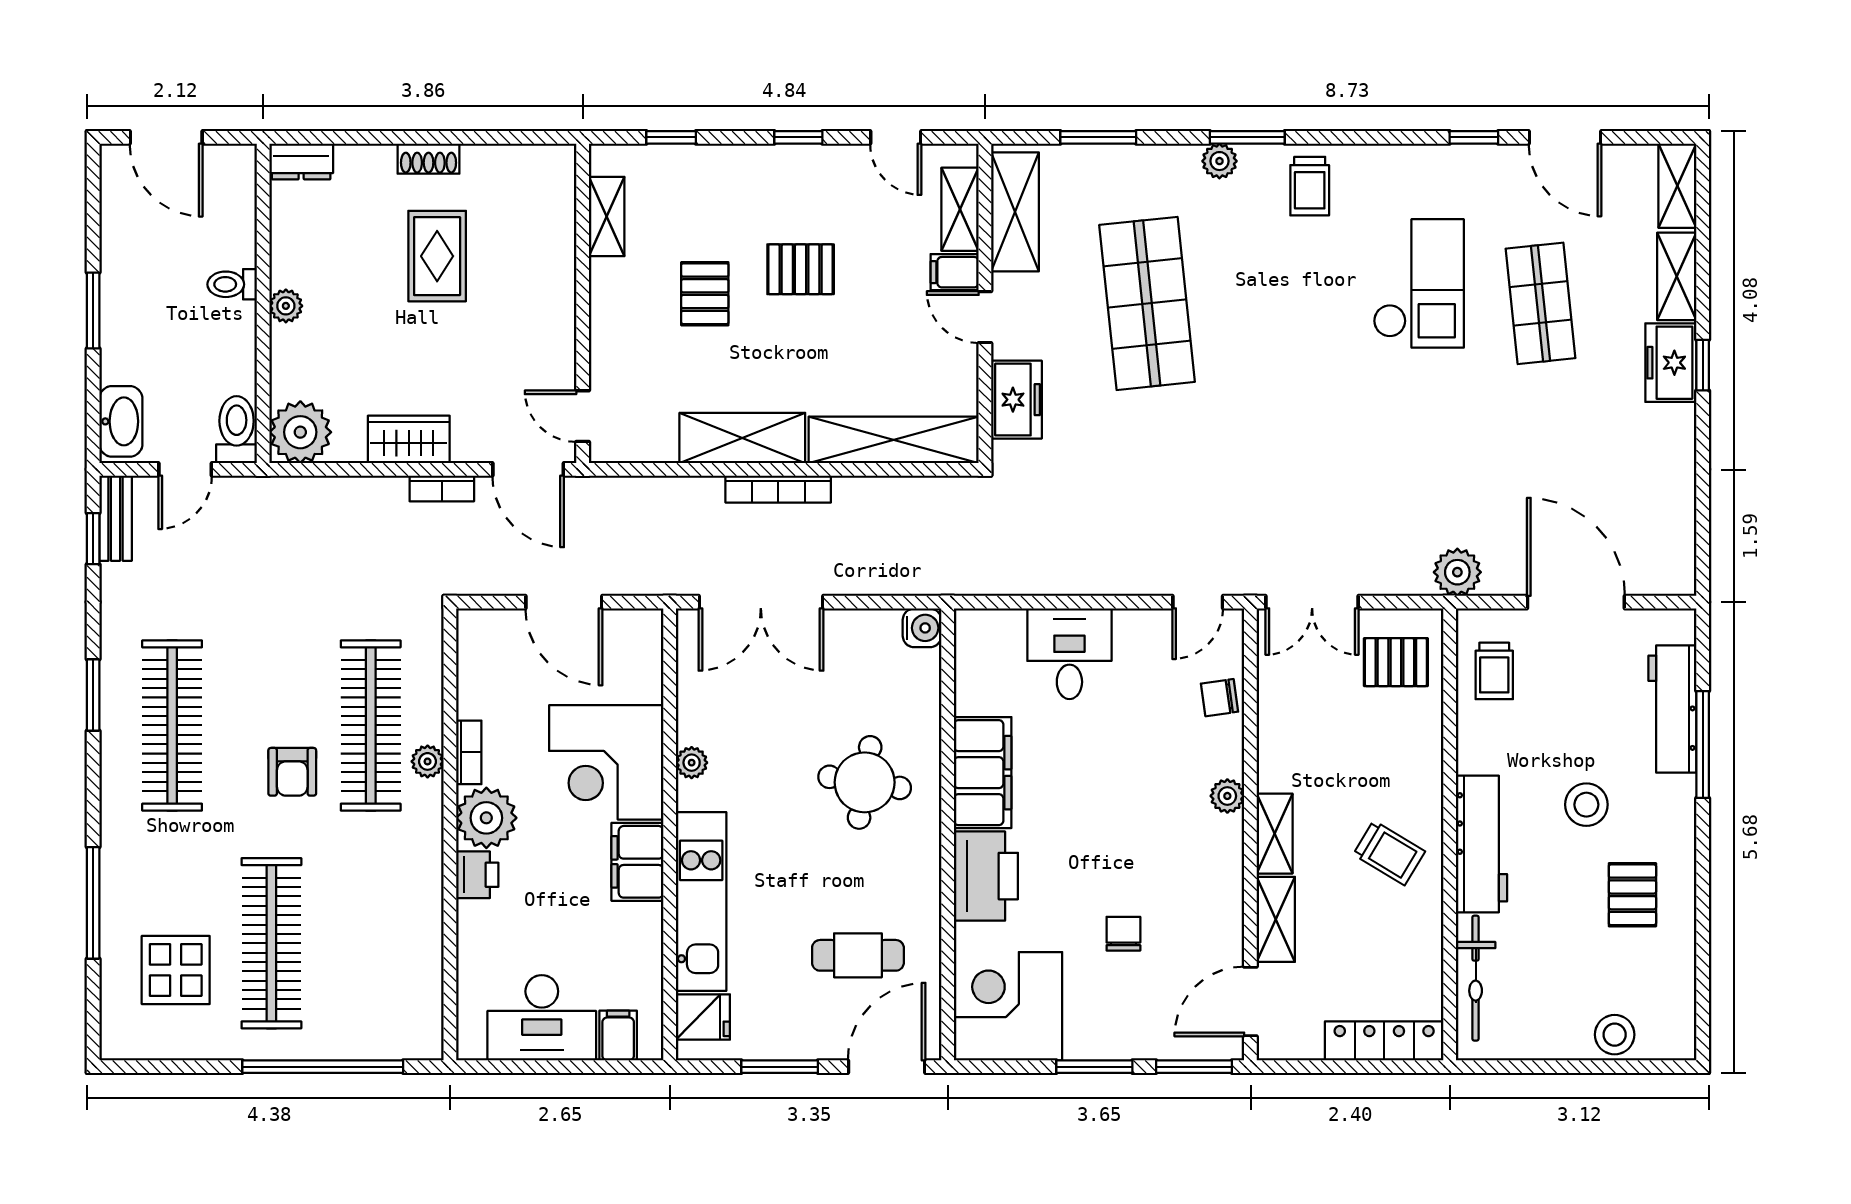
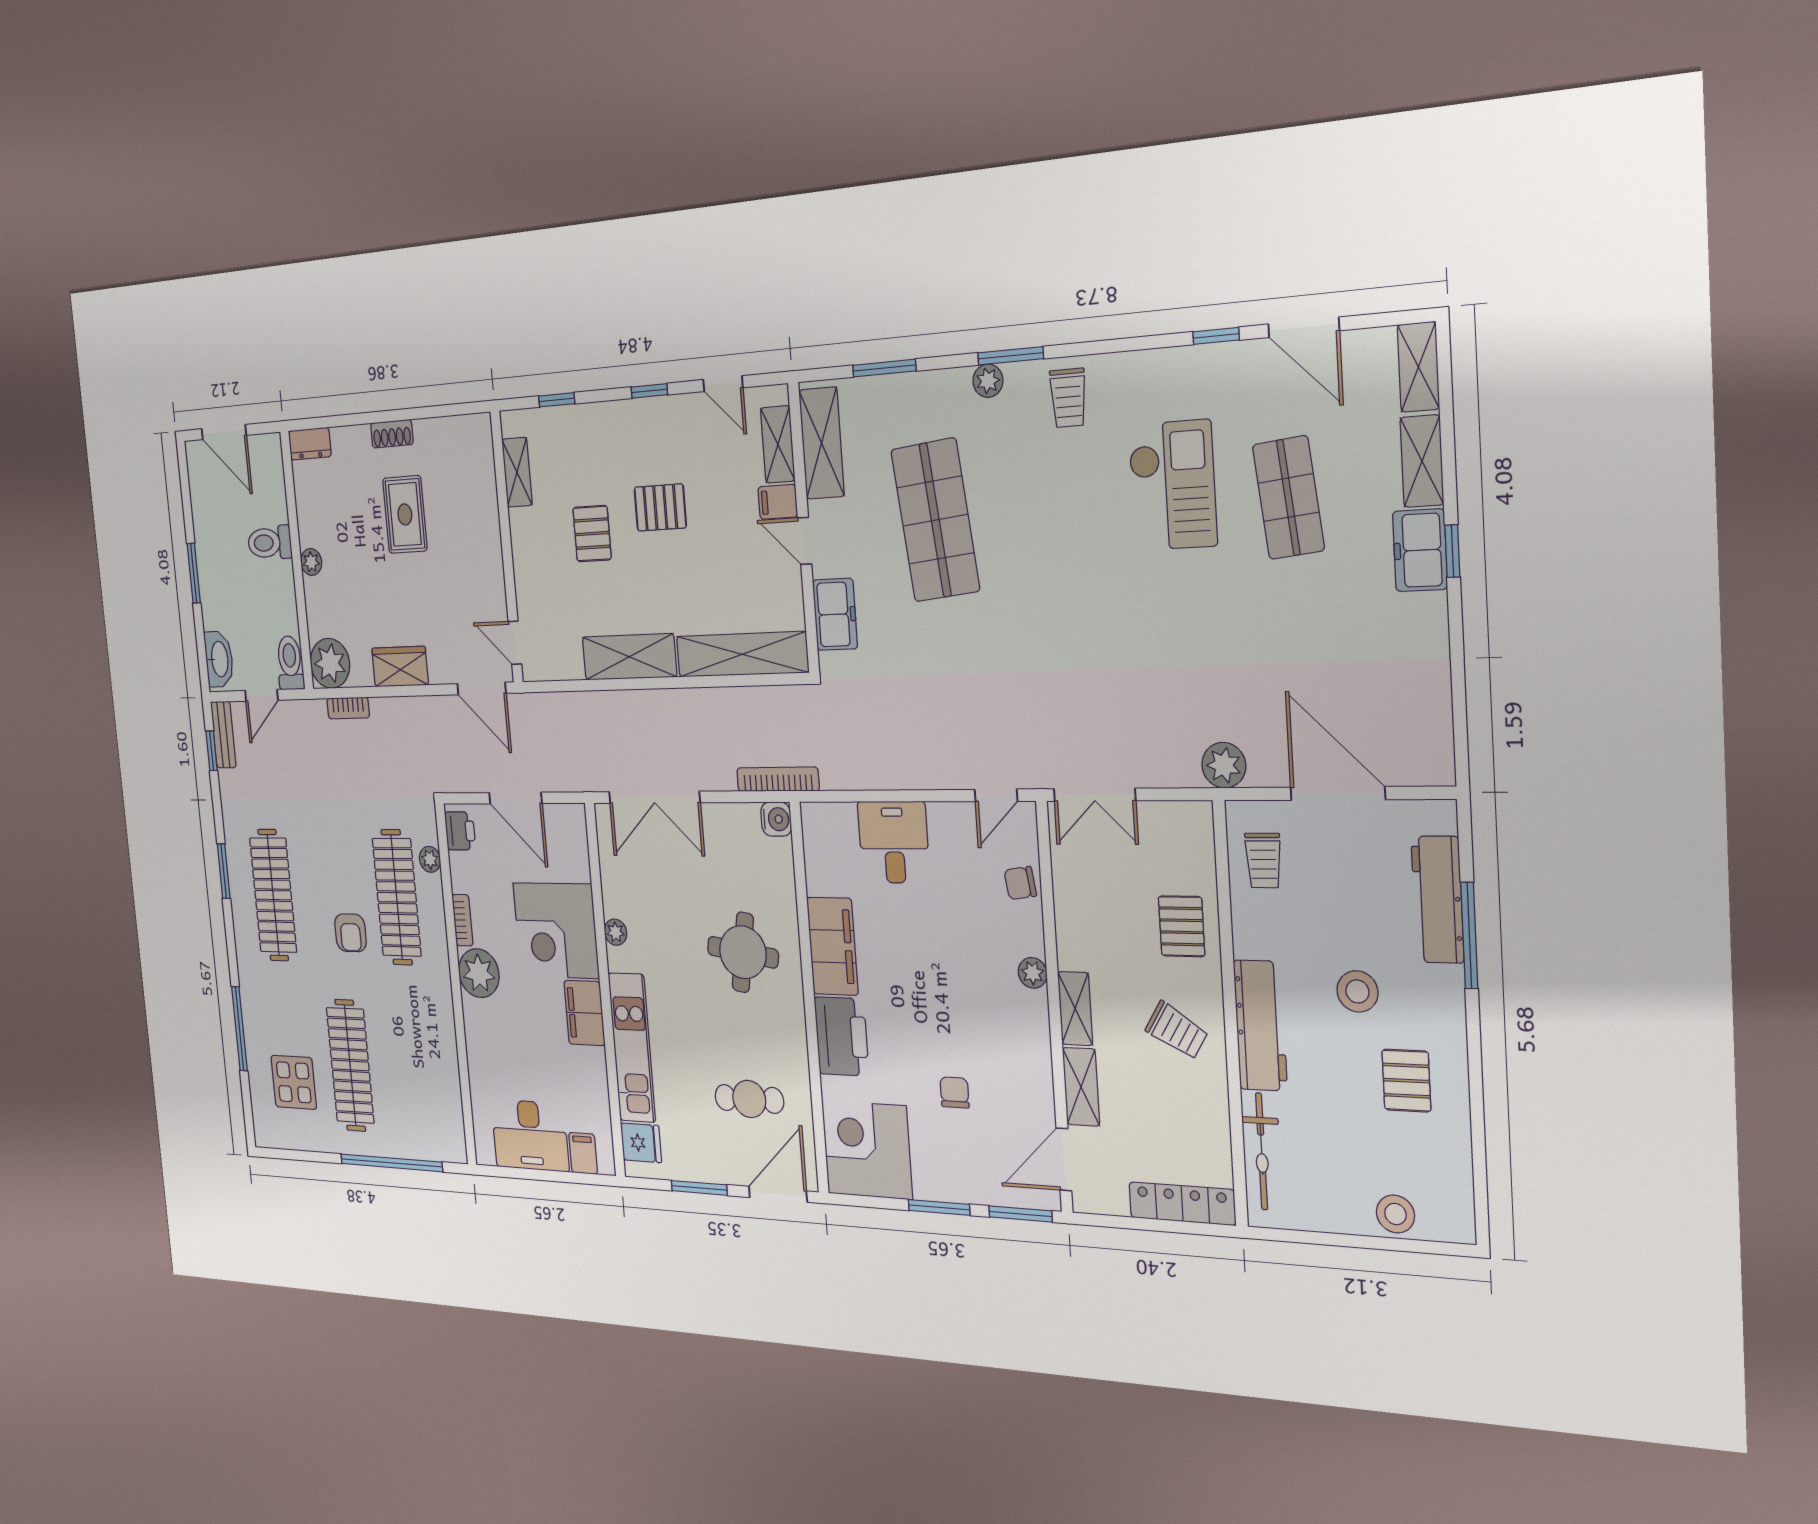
toilet: (232, 284) -> (270, 543), width x1.37, depth x1.39
bookcase: (442, 488) -> (348, 708), moved
bookcase: (778, 489) -> (778, 779), moved, turned 180
pallet: (1396, 662) -> (1182, 926), moved, turned 90
plant: (428, 761) -> (430, 859), moved
printer: (477, 875) -> (460, 831), moved

